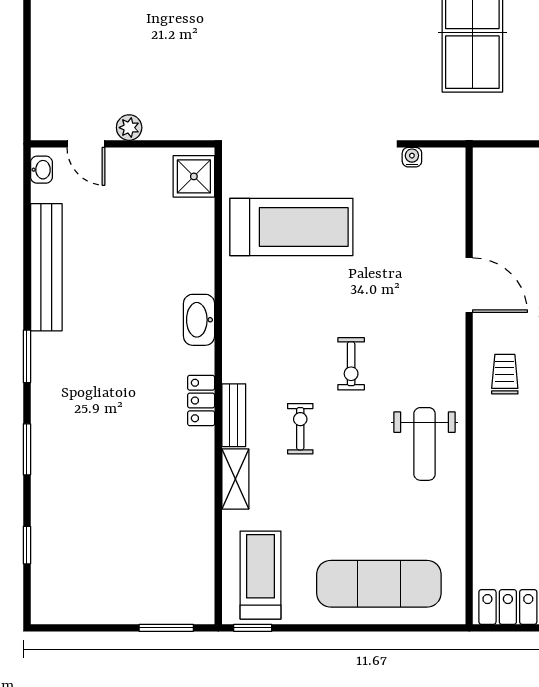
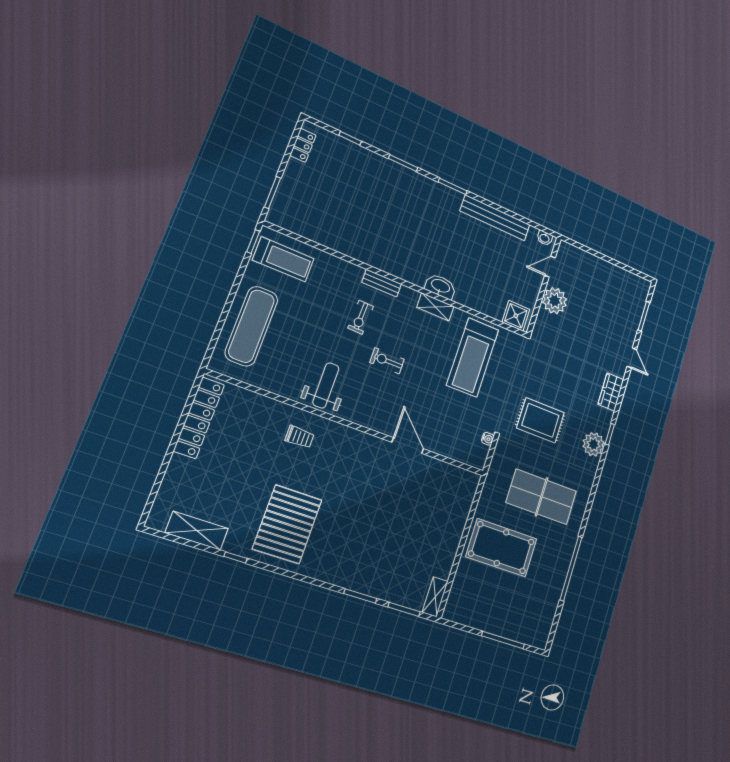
rug: (349, 75) -> (540, 420), added
plant: (129, 128) -> (555, 301), width x1.88, depth x1.88
door: (469, 285) -> (408, 446), swing flipped
trolley: (505, 374) -> (300, 437), moved
locker: (201, 401) -> (303, 145), moved, turned 90
exercise bike: (300, 429) -> (361, 317), turned 92
weight bench: (425, 444) -> (326, 385), turned 90
shelving: (235, 479) -> (435, 307), moved

